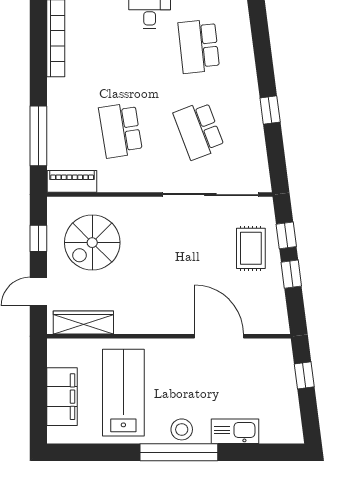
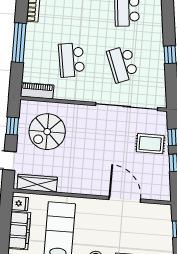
window: (38, 136) -> (19, 43), moved
rug: (251, 248) -> (150, 144), turned 90
fridge: (59, 356) -> (20, 204), added

